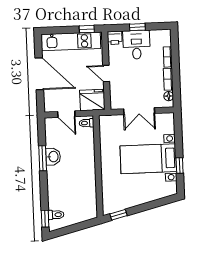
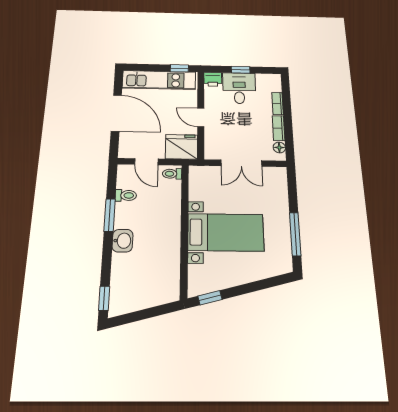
washbasin: (53, 157) -> (123, 241), moved
bed with nightstands: (148, 159) -> (226, 232), moved, turned 180
window: (180, 166) -> (295, 234), width x2.17
toilet: (56, 215) -> (126, 195), moved

